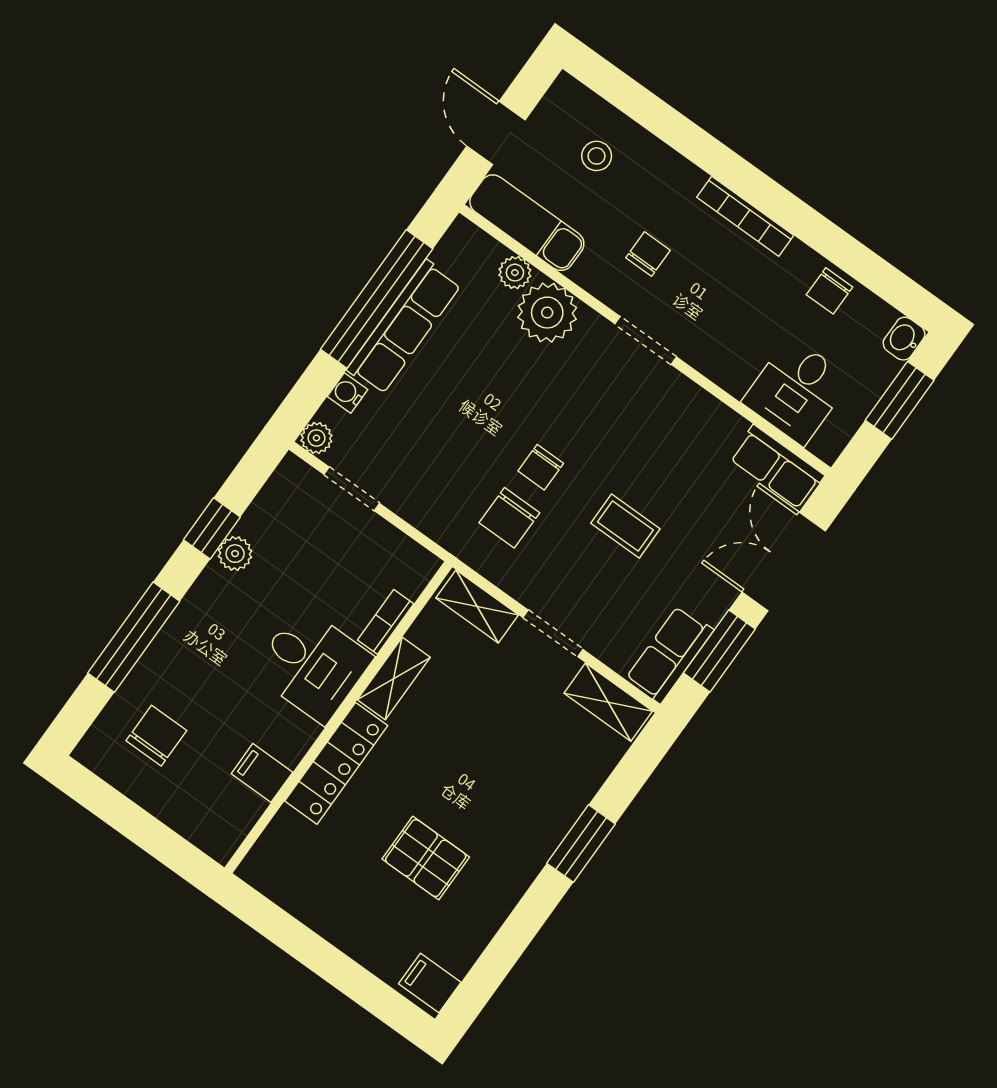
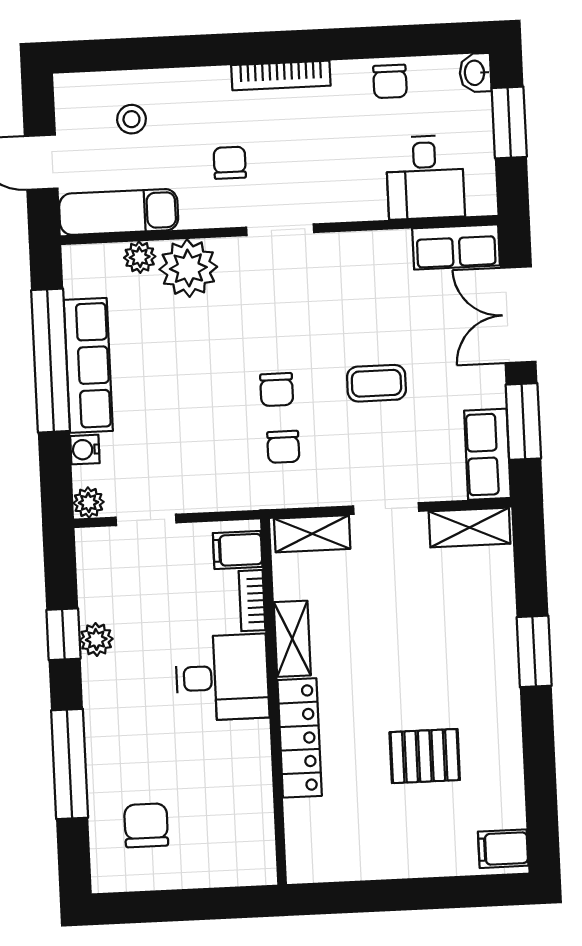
chair: (509, 518) -> (283, 447), width x0.73, depth x0.73
filing cabinet: (262, 773) -> (238, 550), moved

